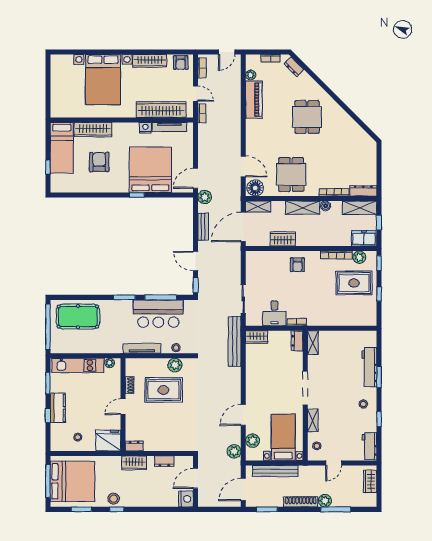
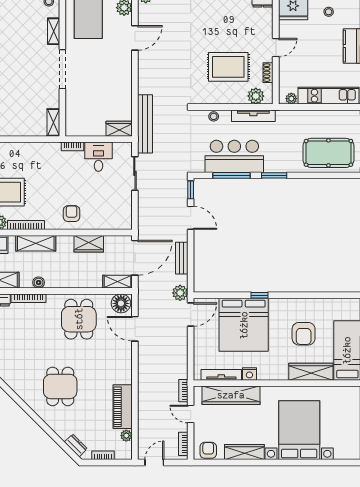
shelving: (303, 208) -> (36, 243), moved
dresser: (297, 341) -> (72, 124), removed
plant: (175, 365) -> (256, 96), moved

